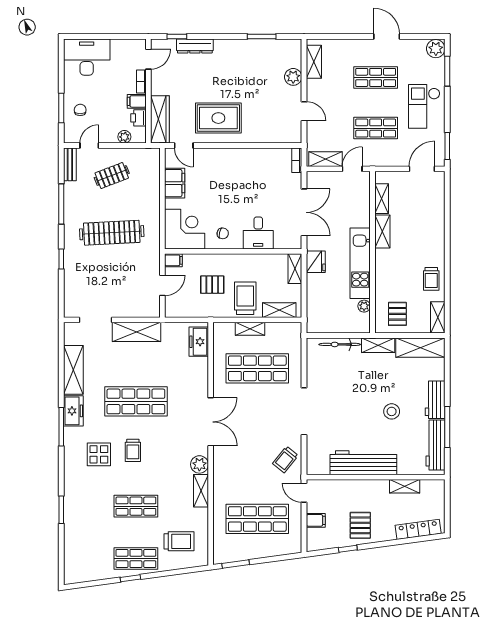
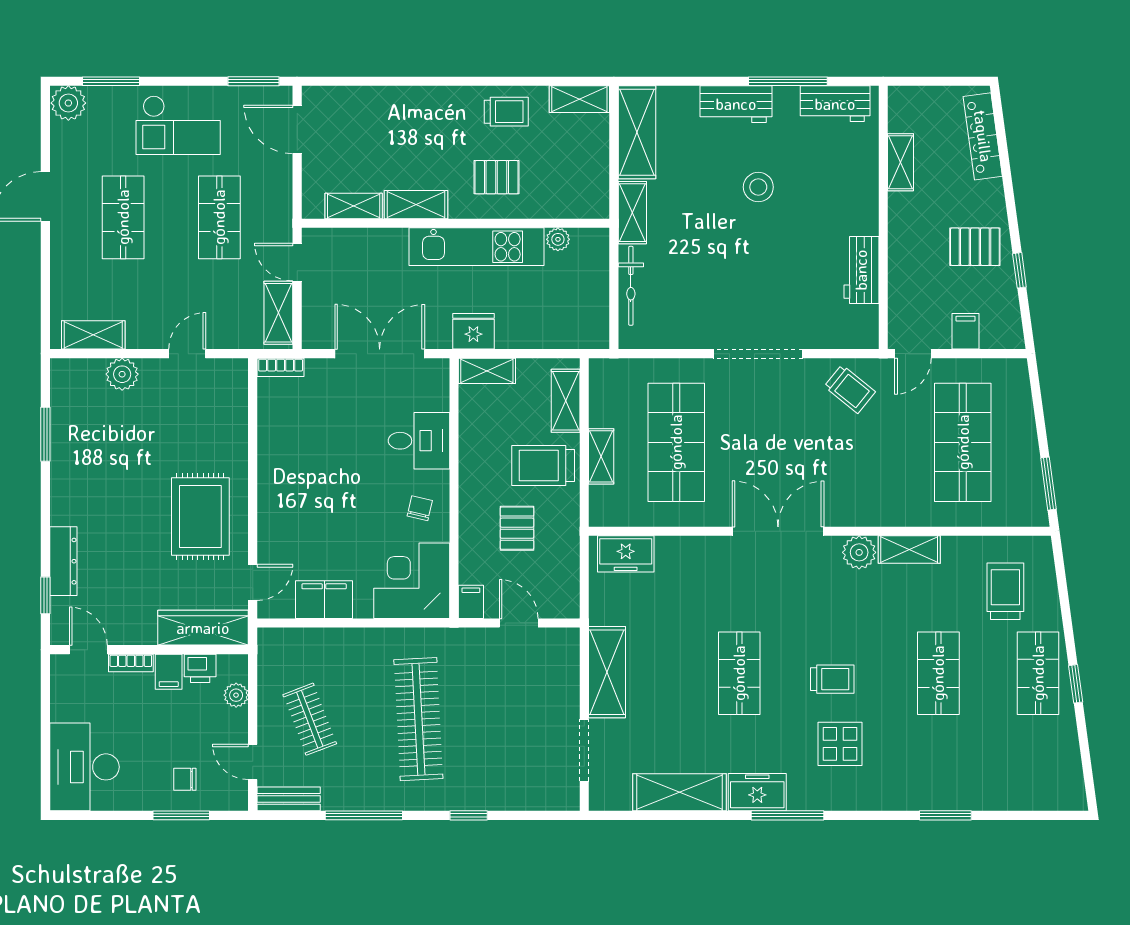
pallet: (397, 314) -> (496, 177), moved
shop shelf: (136, 401) -> (739, 673), width x0.70, depth x0.74
workbench: (435, 445) -> (835, 104), width x0.73
workbench: (363, 463) -> (861, 270), width x0.53, depth x0.76

